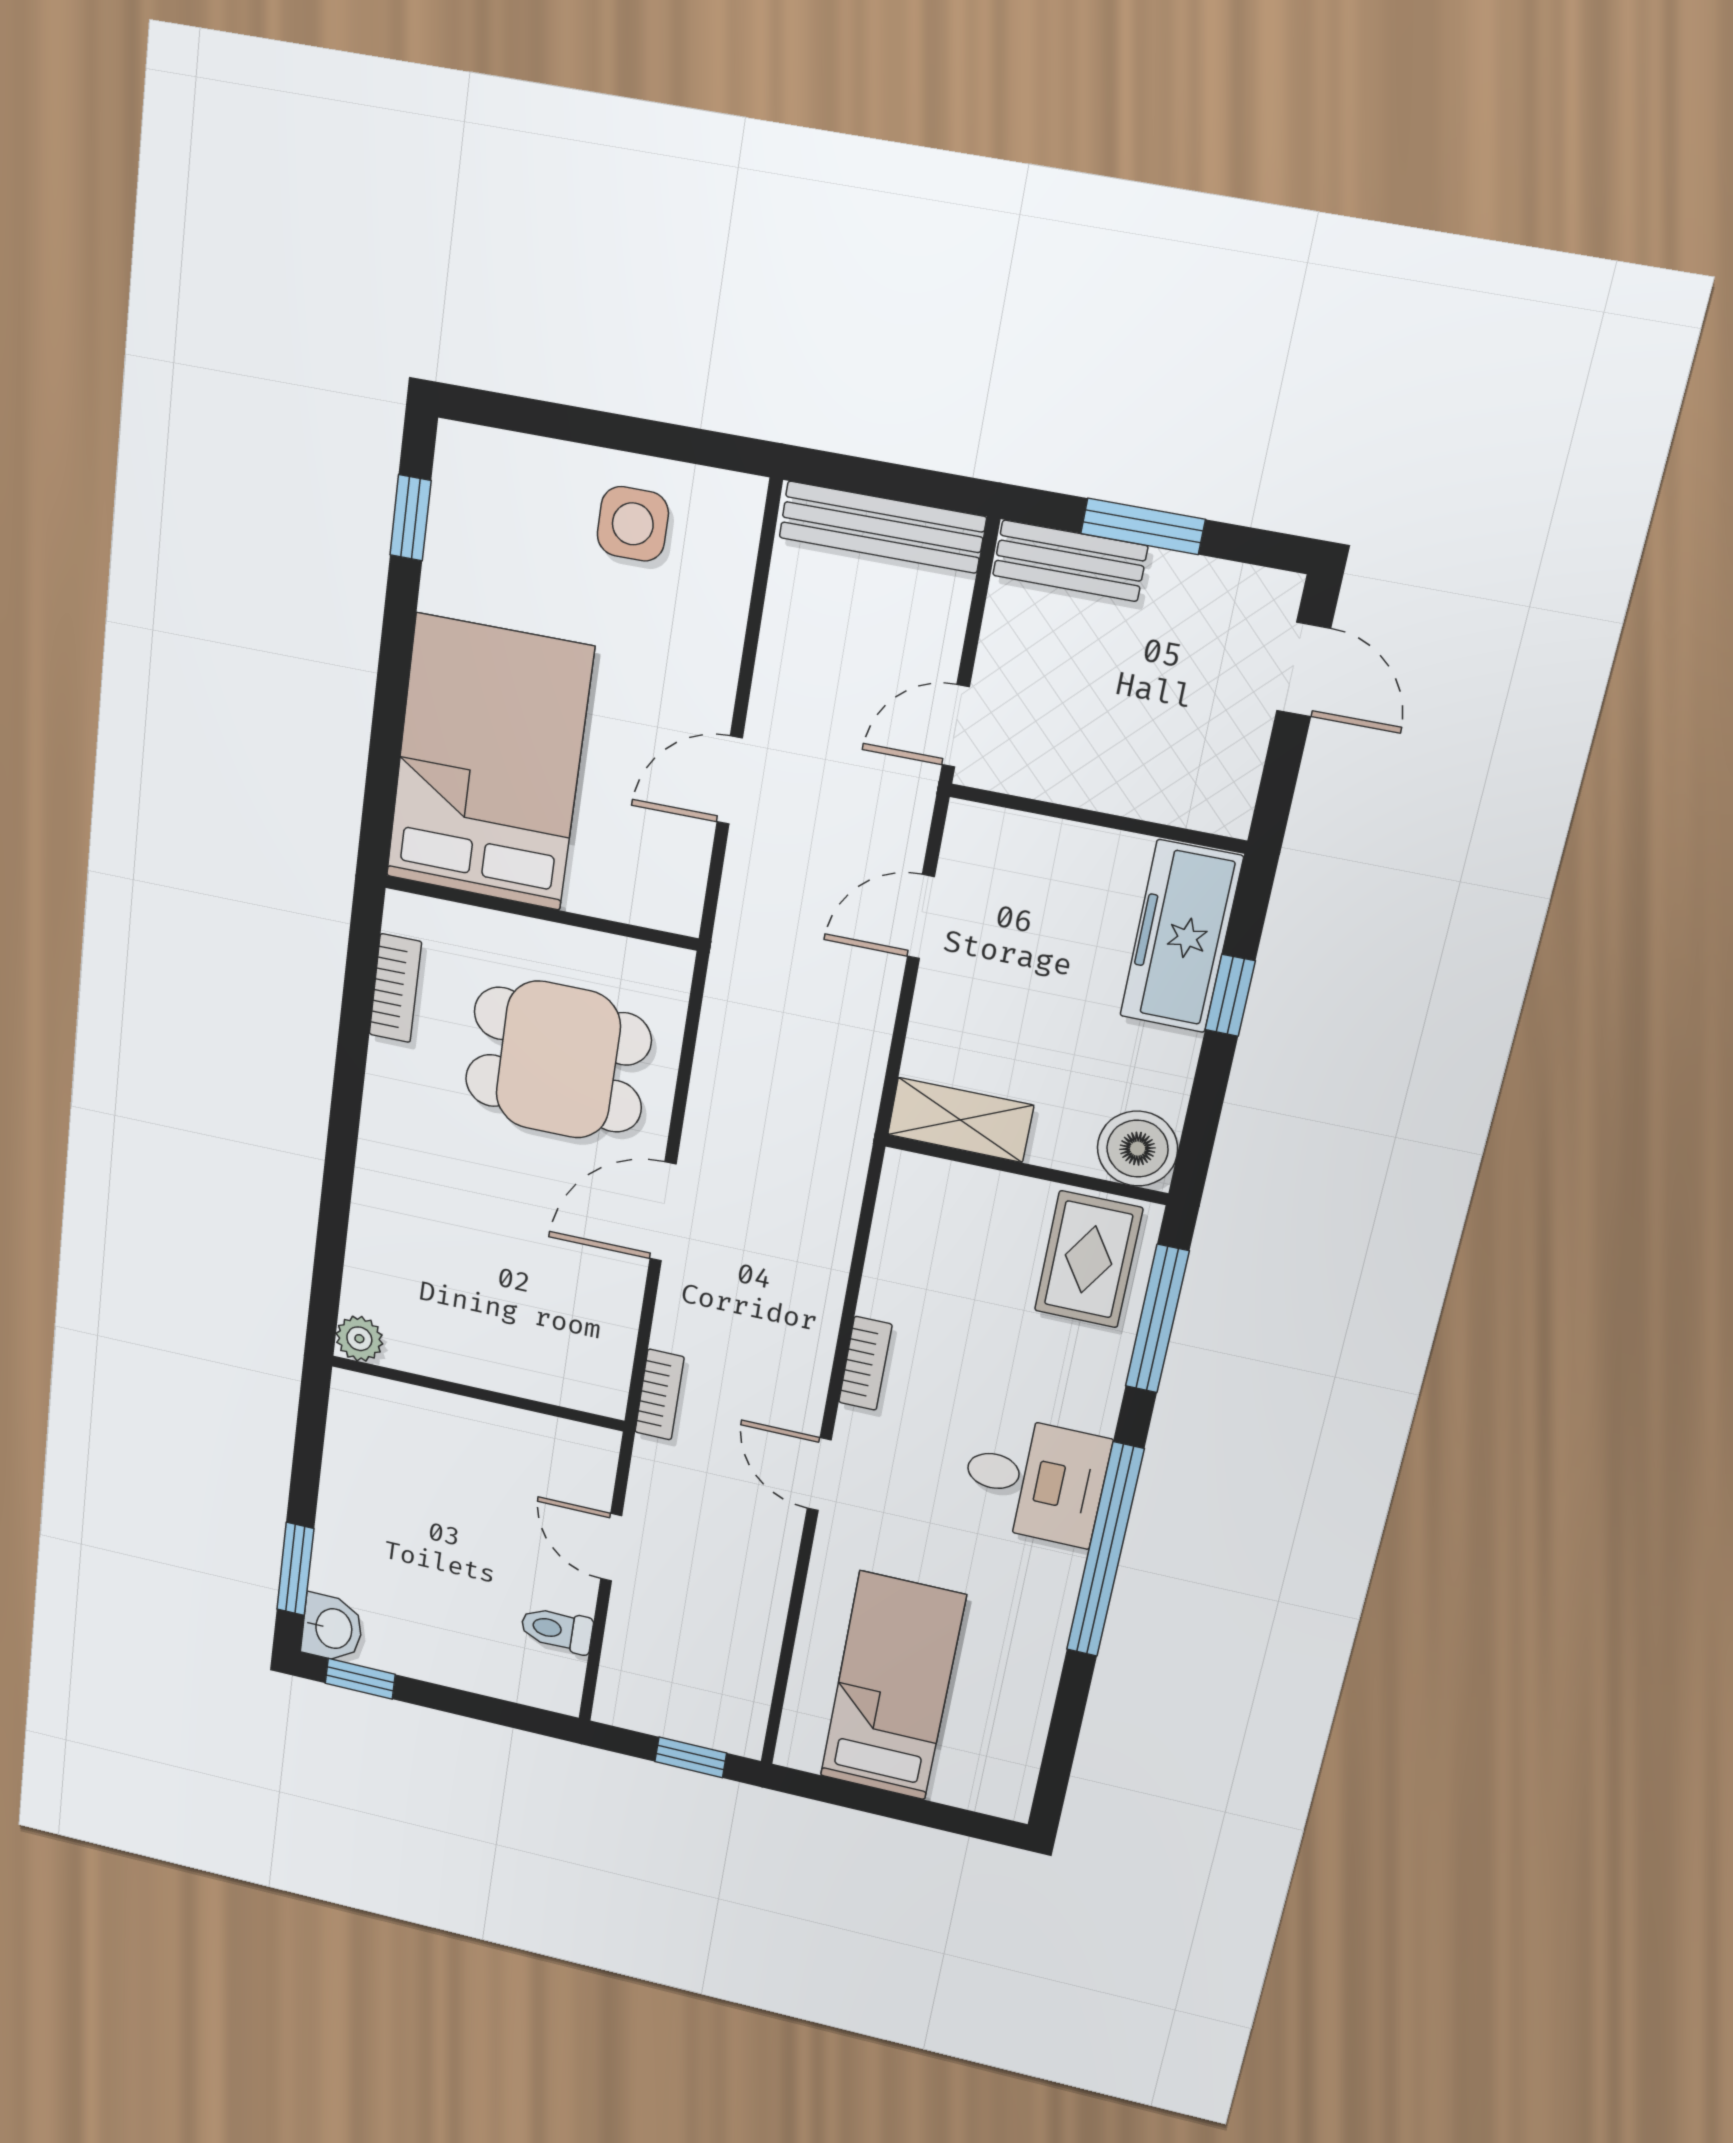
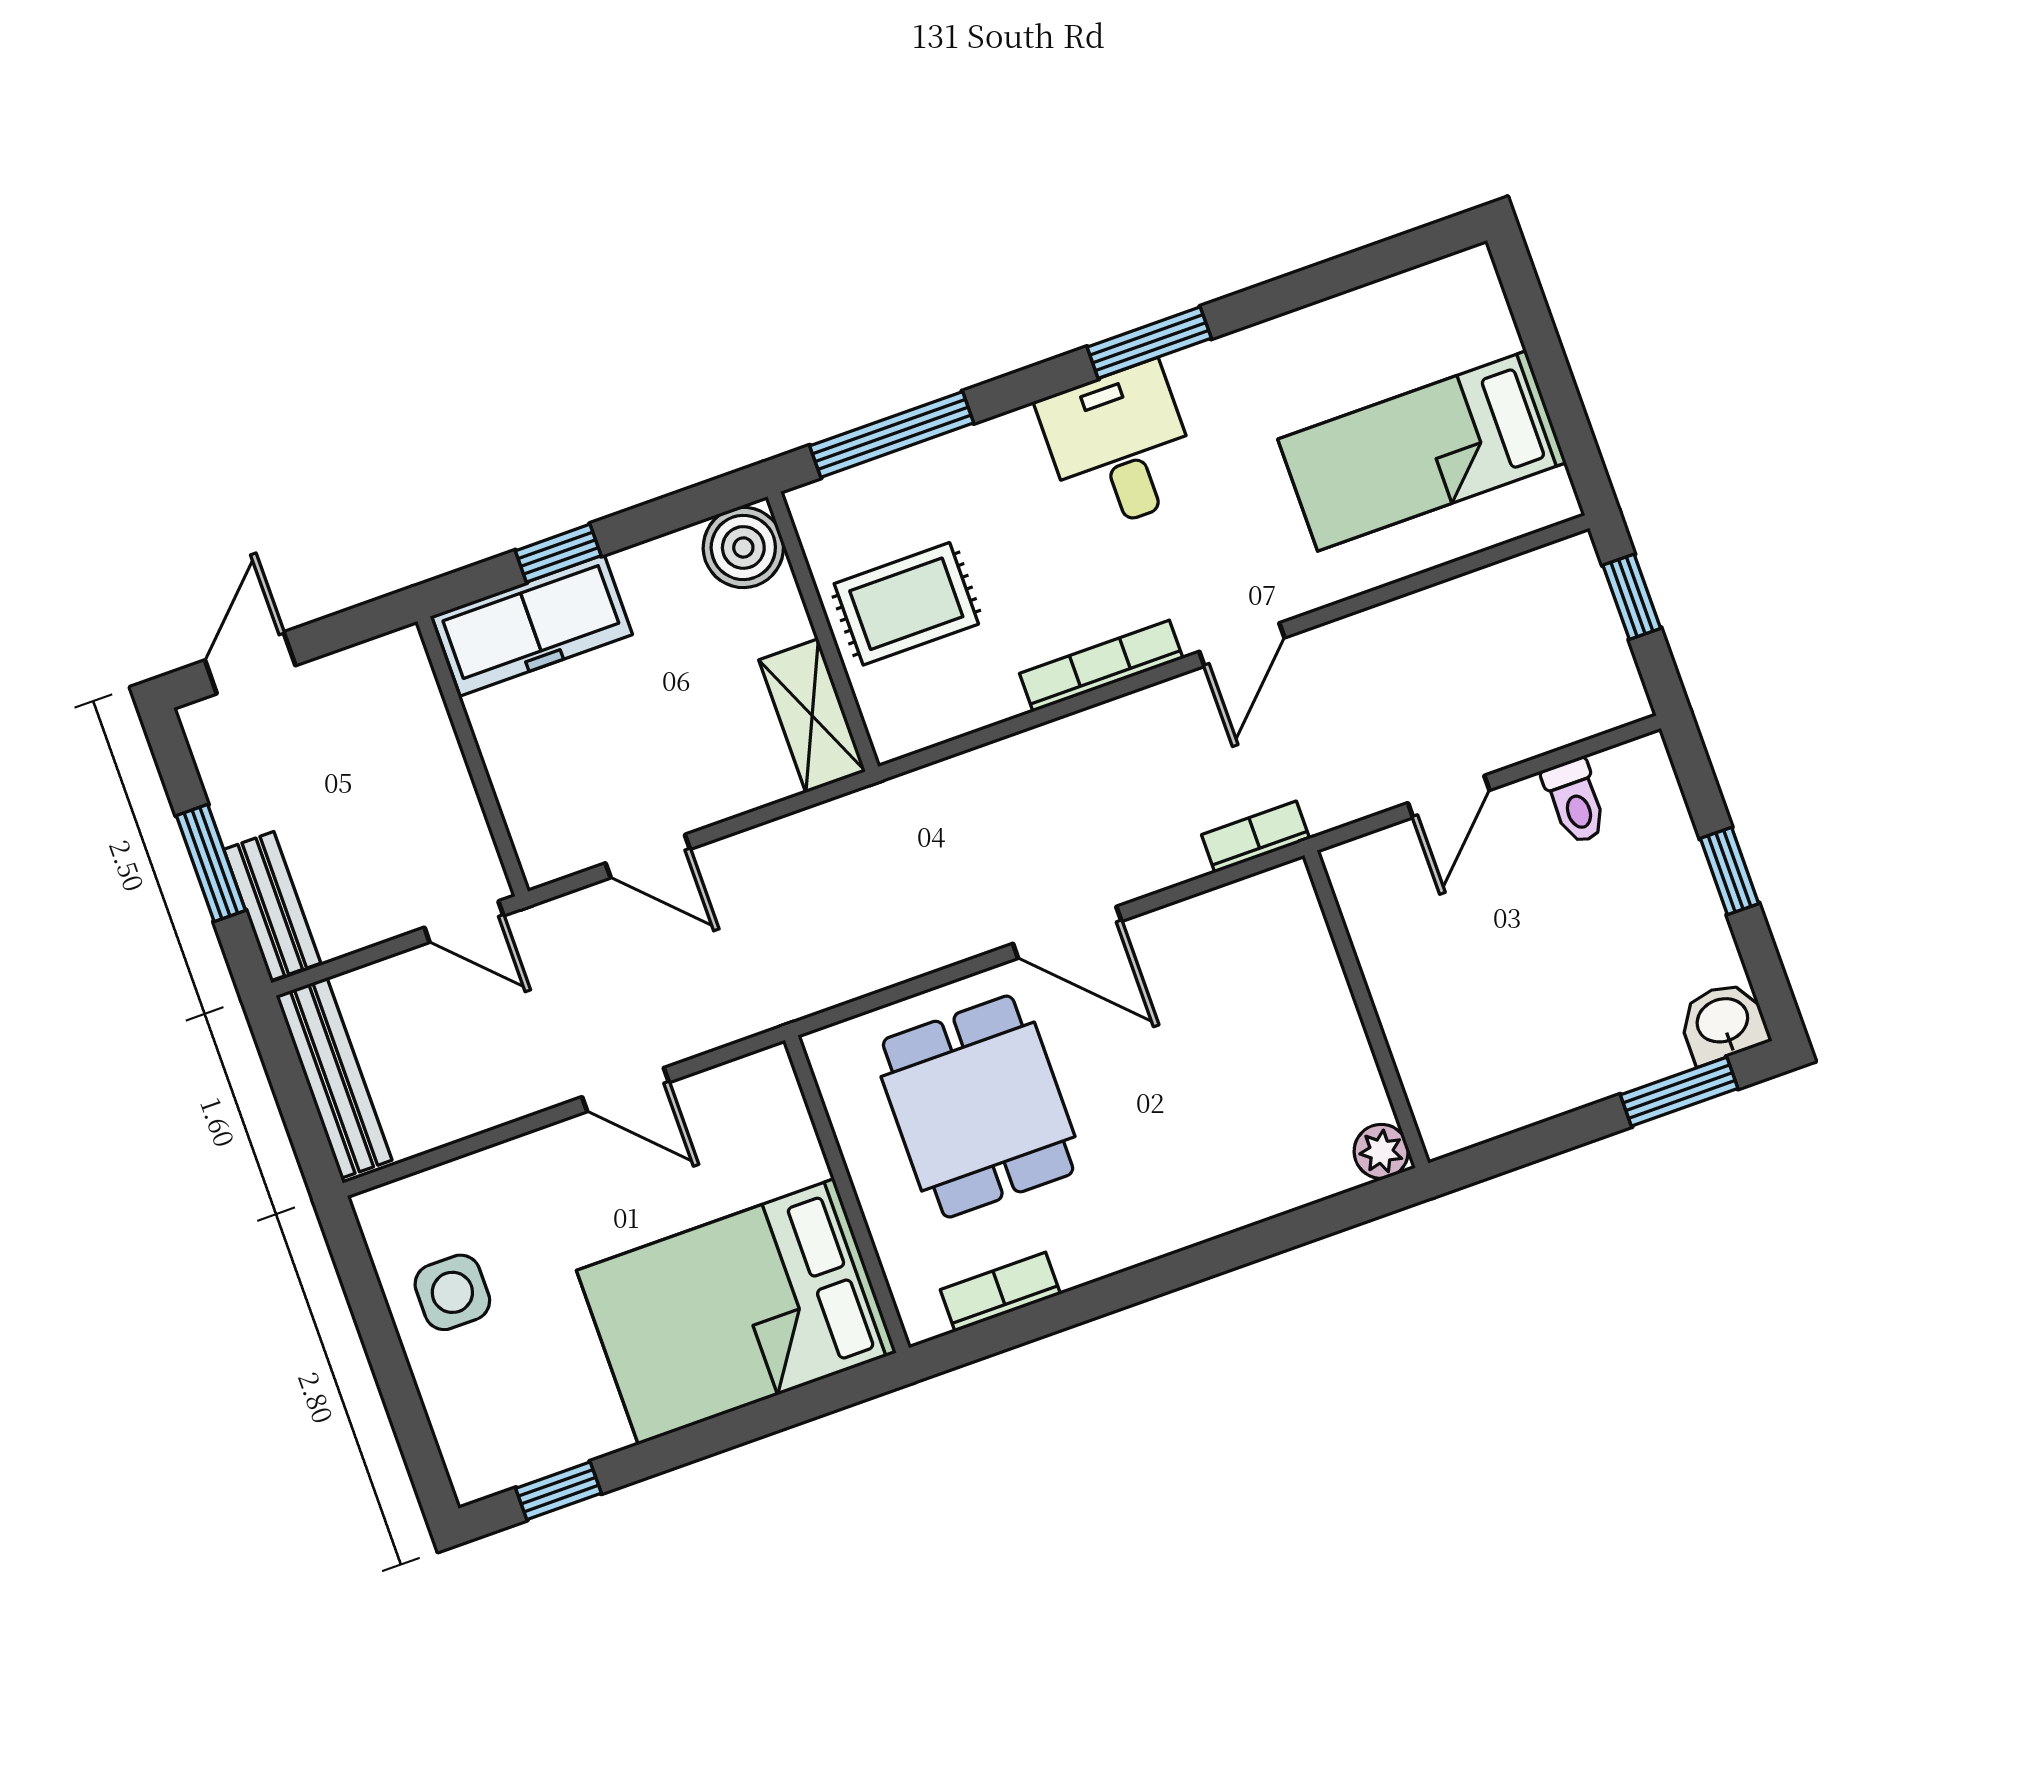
rug: (1088, 1259) -> (906, 604), moved
bookcase: (865, 1363) -> (1101, 666), width x1.56
window: (1105, 1550) -> (1149, 343), width x0.47
window: (360, 1679) -> (1729, 871), moved

